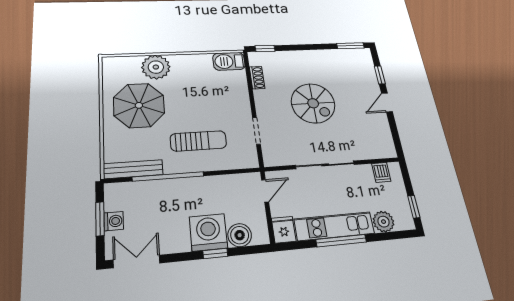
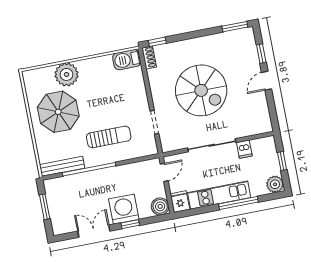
shoe rack: (257, 78) -> (149, 58), moved
spiral stairs: (313, 103) -> (201, 90), width x1.37, depth x1.37
dishwasher: (381, 172) -> (244, 149), moved
window: (414, 207) -> (282, 161), moved
washing machine: (114, 221) -> (55, 208), removed
plant: (384, 222) -> (275, 184), moved
boiler: (240, 235) -> (160, 206), moved
window: (341, 241) -> (238, 203), moved
double door: (137, 261) -> (94, 231), moved

